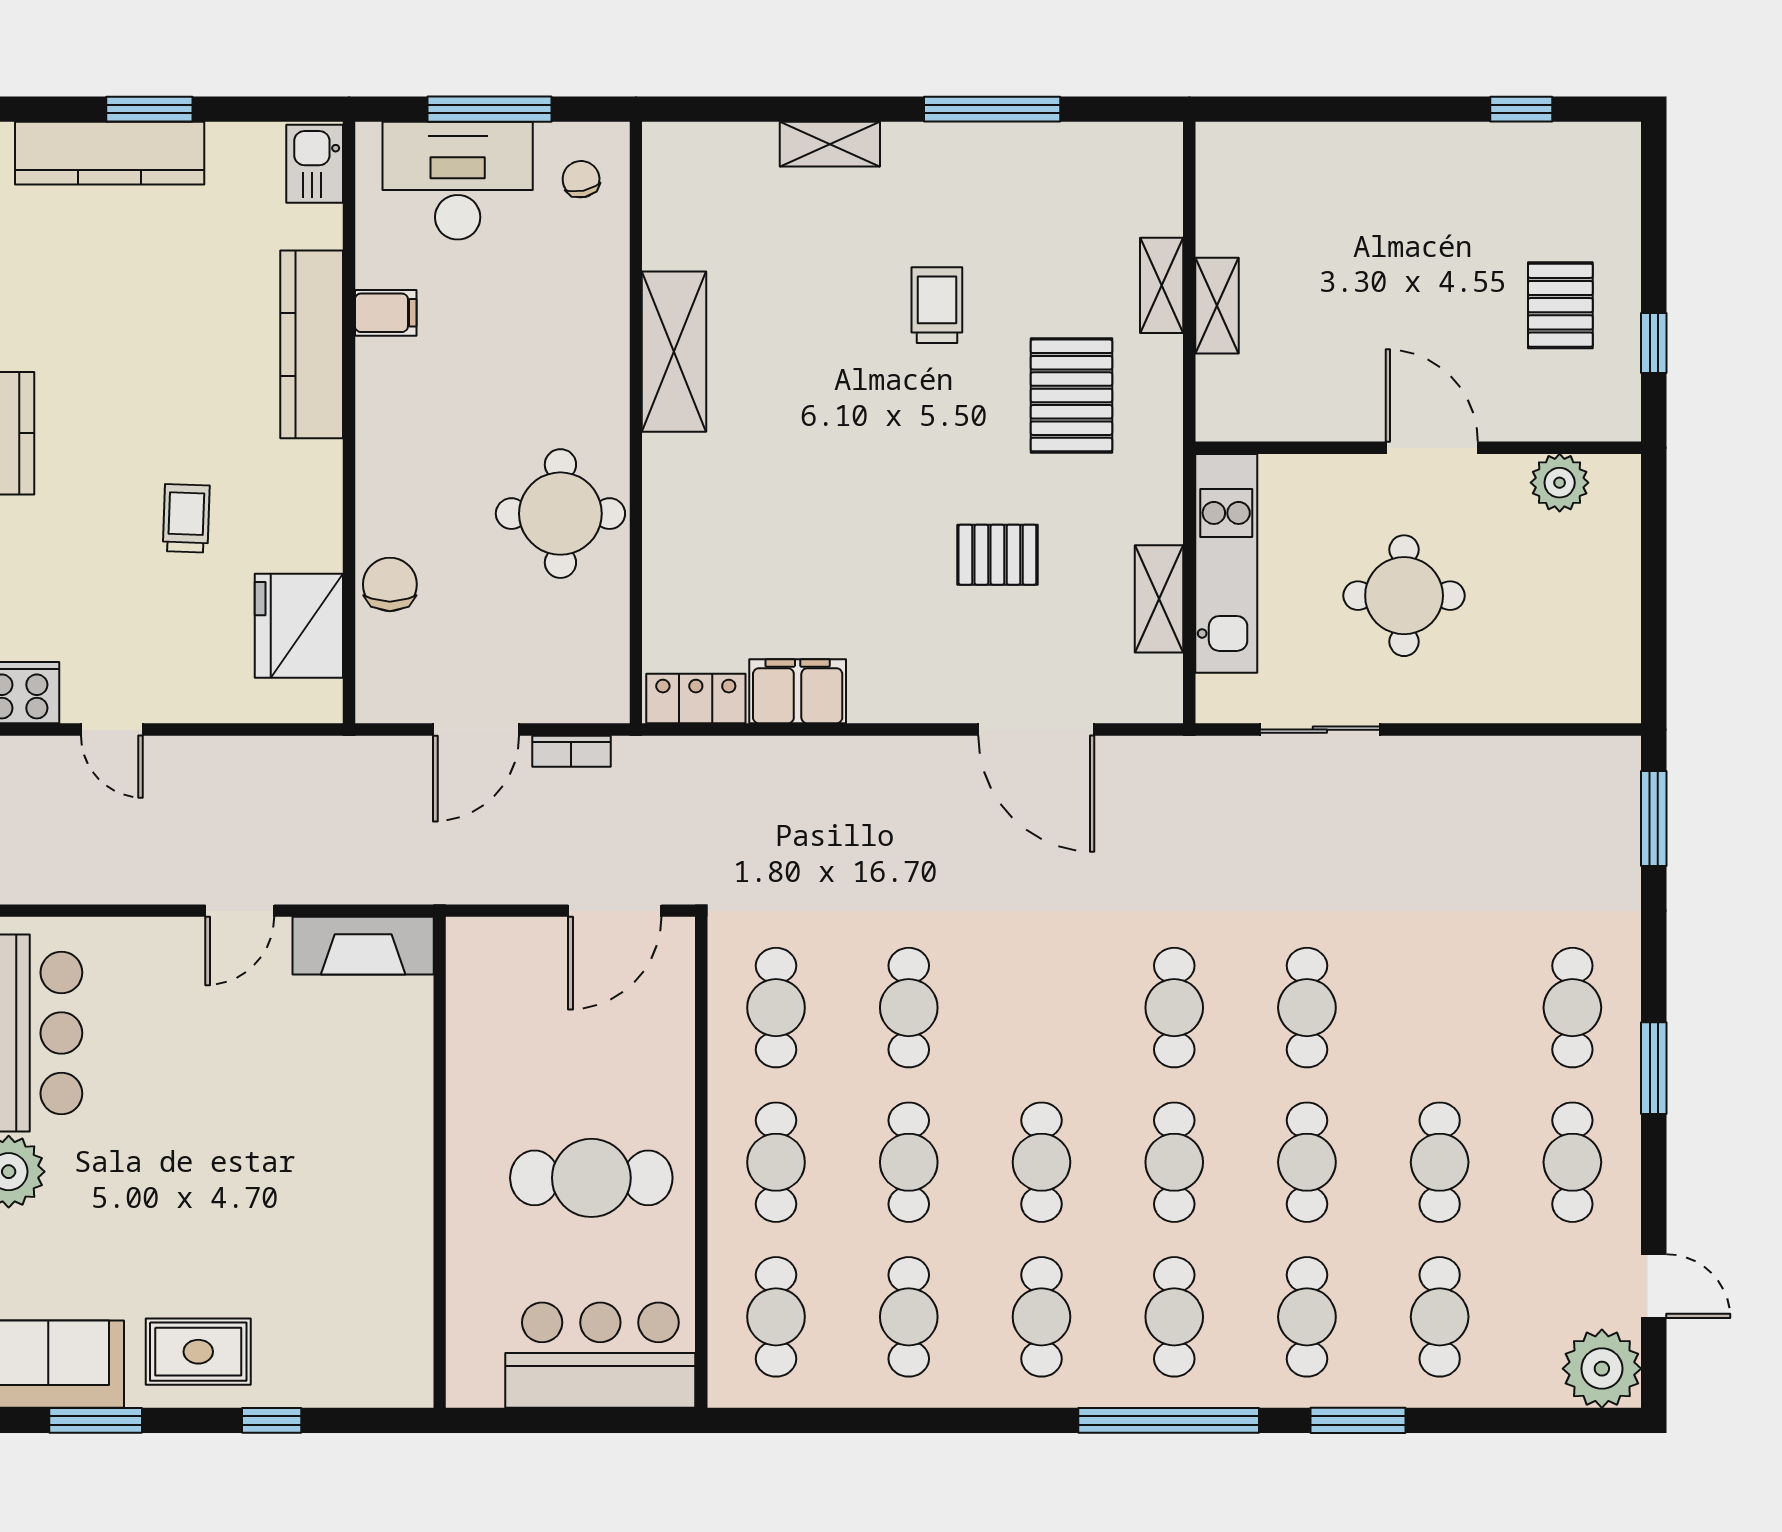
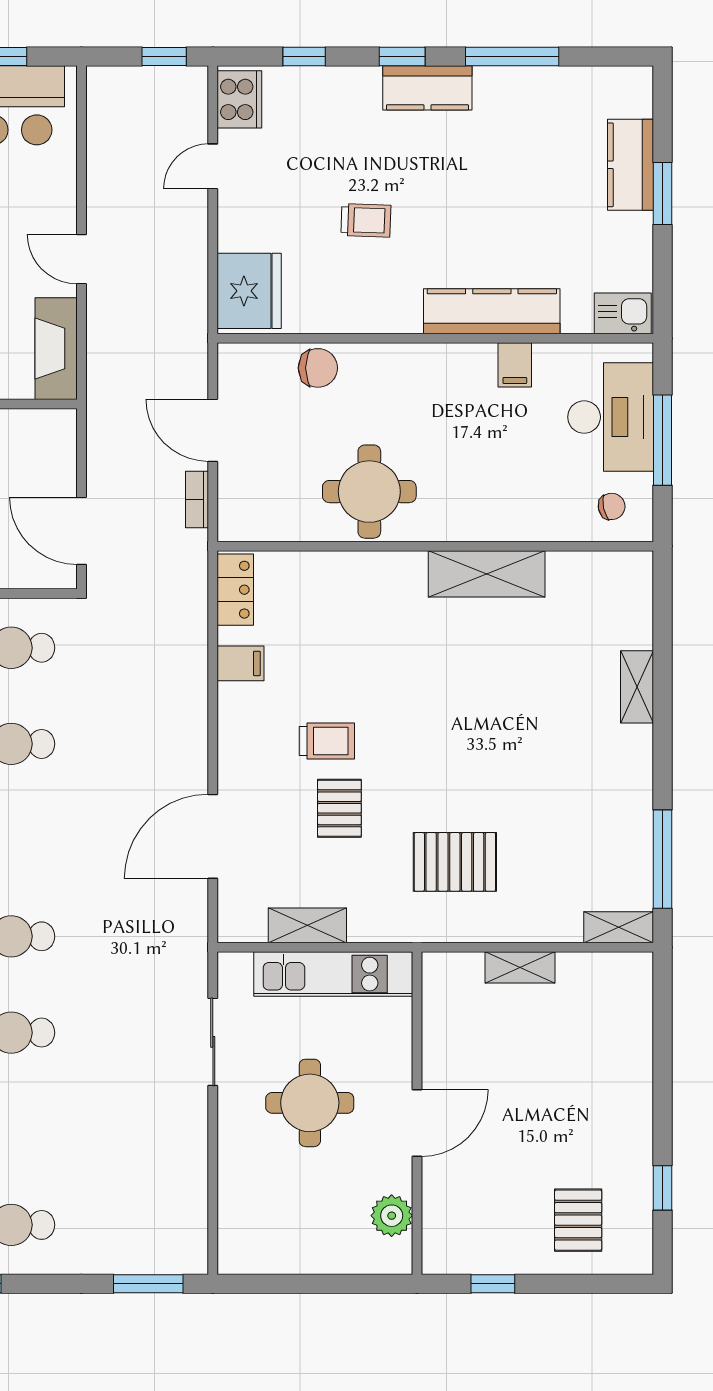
window: (992, 109) -> (662, 859), moved
kitchen counter: (110, 153) -> (630, 165), width x0.67
shelving: (1162, 285) -> (619, 927), moved
trolley: (937, 305) -> (327, 741), moved
pallet: (1560, 305) -> (578, 1220), moved, turned 90
fridge: (299, 626) -> (249, 291), moved, turned 90
filing cabinet: (798, 691) -> (240, 663), width x0.50

